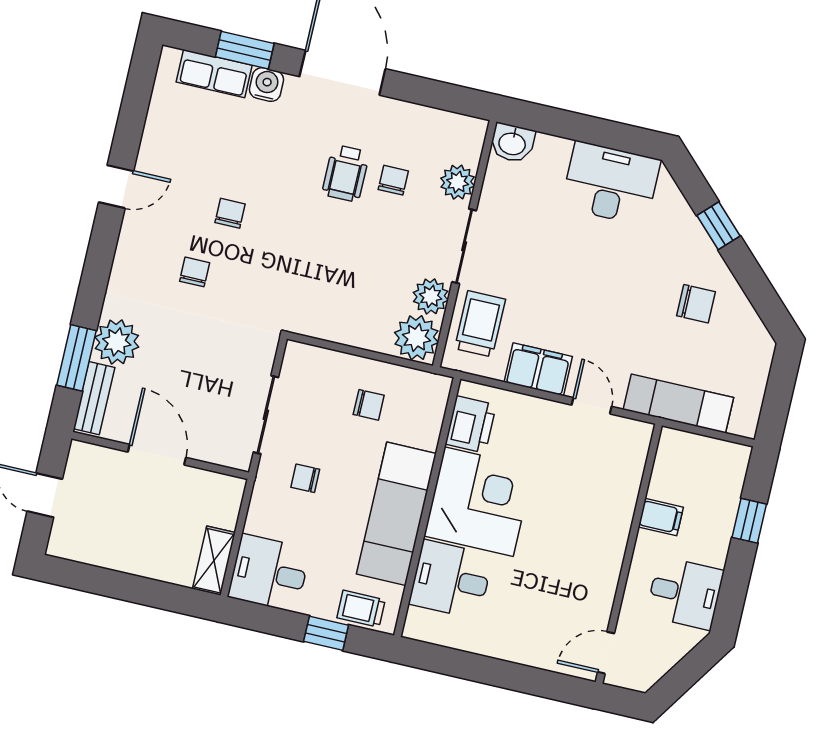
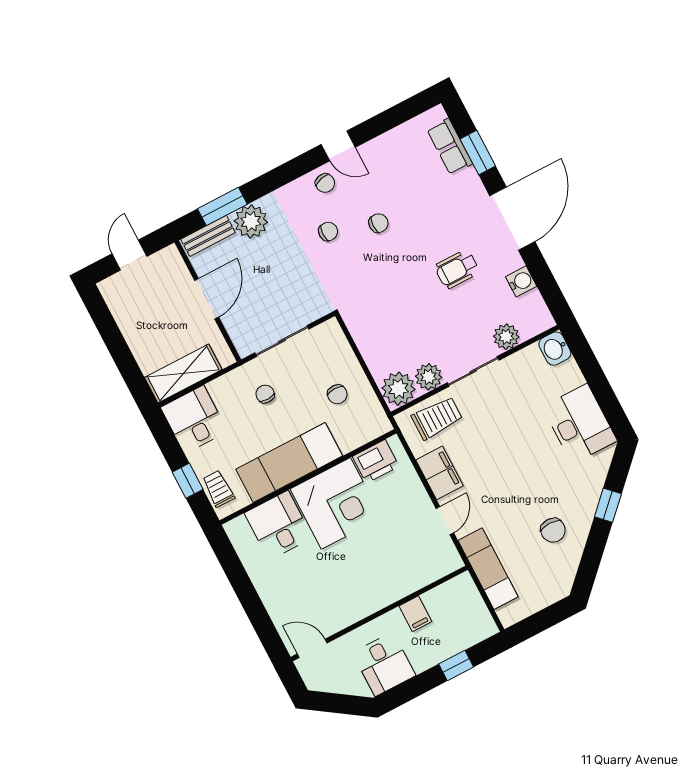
water cooler: (267, 85) -> (521, 281), moved
chair: (393, 180) -> (325, 183), moved, turned 76
shelving: (214, 561) -> (183, 373), width x1.50, depth x1.33

